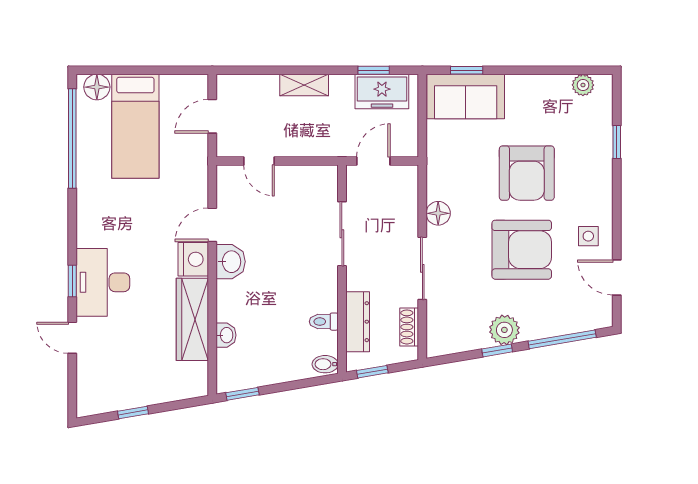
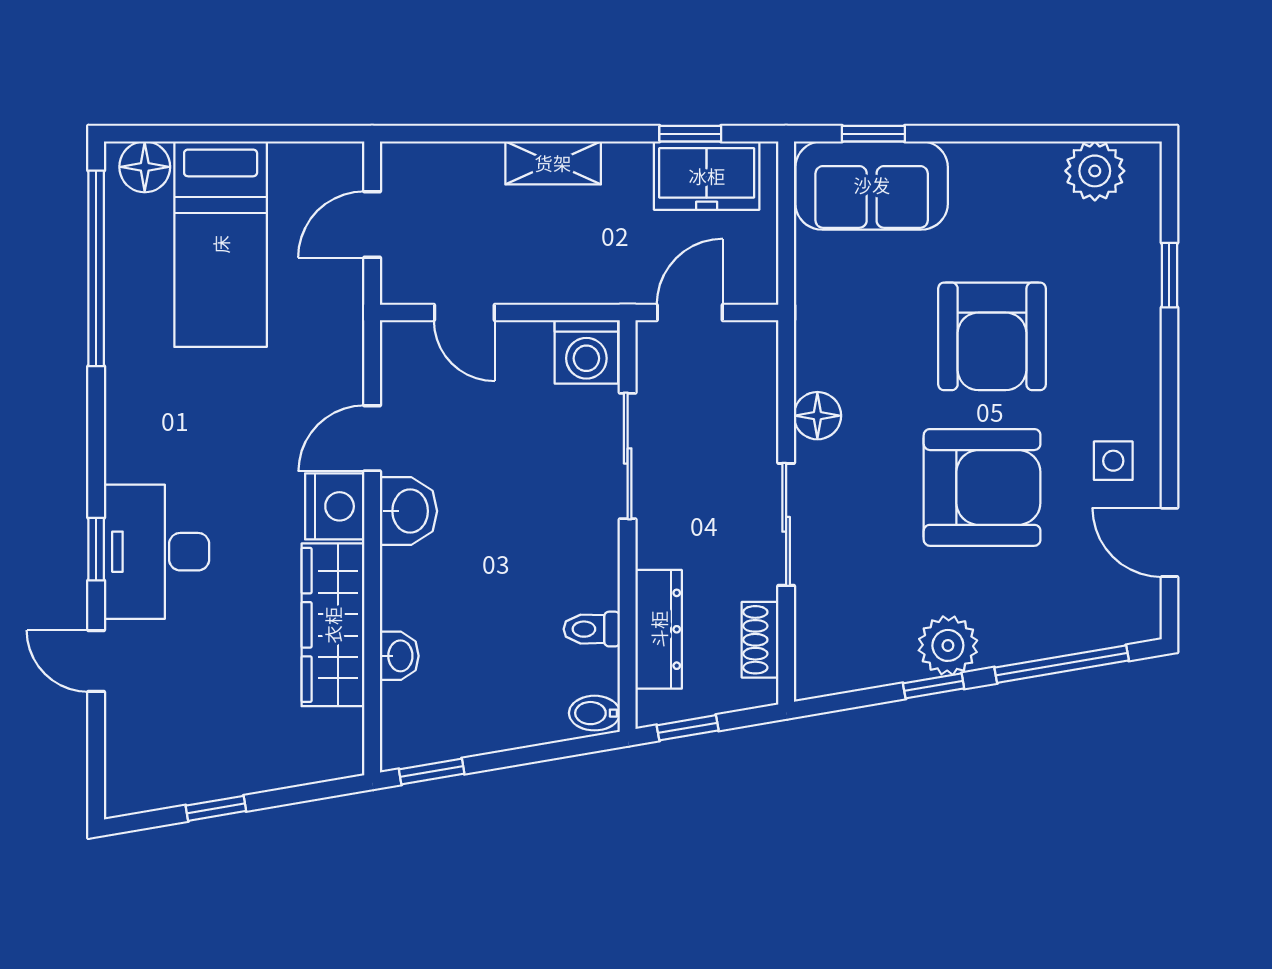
plant: (583, 85) -> (1095, 171), width x1.38, depth x1.38
washing machine: (321, 181) -> (586, 352), added

